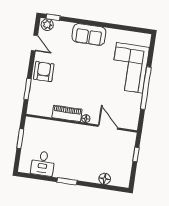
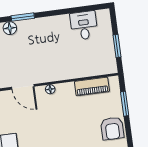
piano: (67, 113) -> (92, 86), moved
window: (67, 181) -> (23, 17), moved

